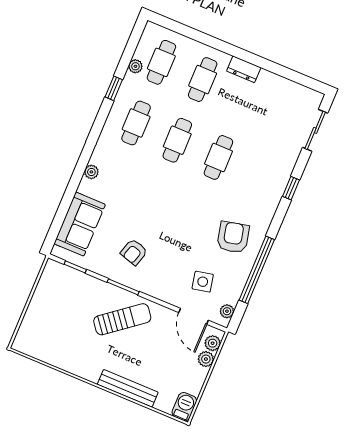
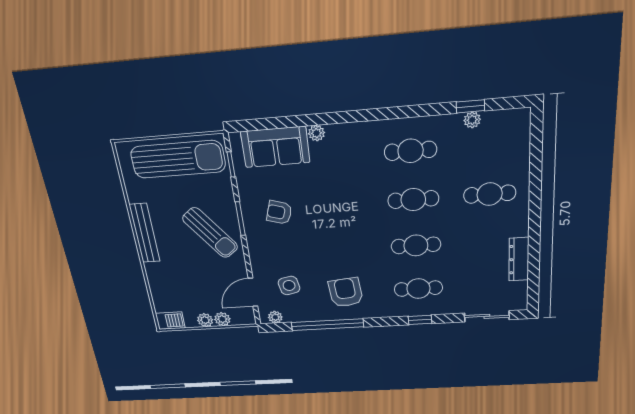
cafe table: (161, 62) -> (418, 289), moved
dresser: (244, 69) -> (519, 259), moved, width x1.44
window: (114, 88) -> (470, 106), moved
plant: (91, 172) -> (316, 133), moved
armchair: (233, 237) -> (346, 292), turned -83
sun lounger: (50, 306) -> (178, 159), added
plant: (213, 343) -> (205, 320), moved
bench: (128, 388) -> (145, 233), moved

